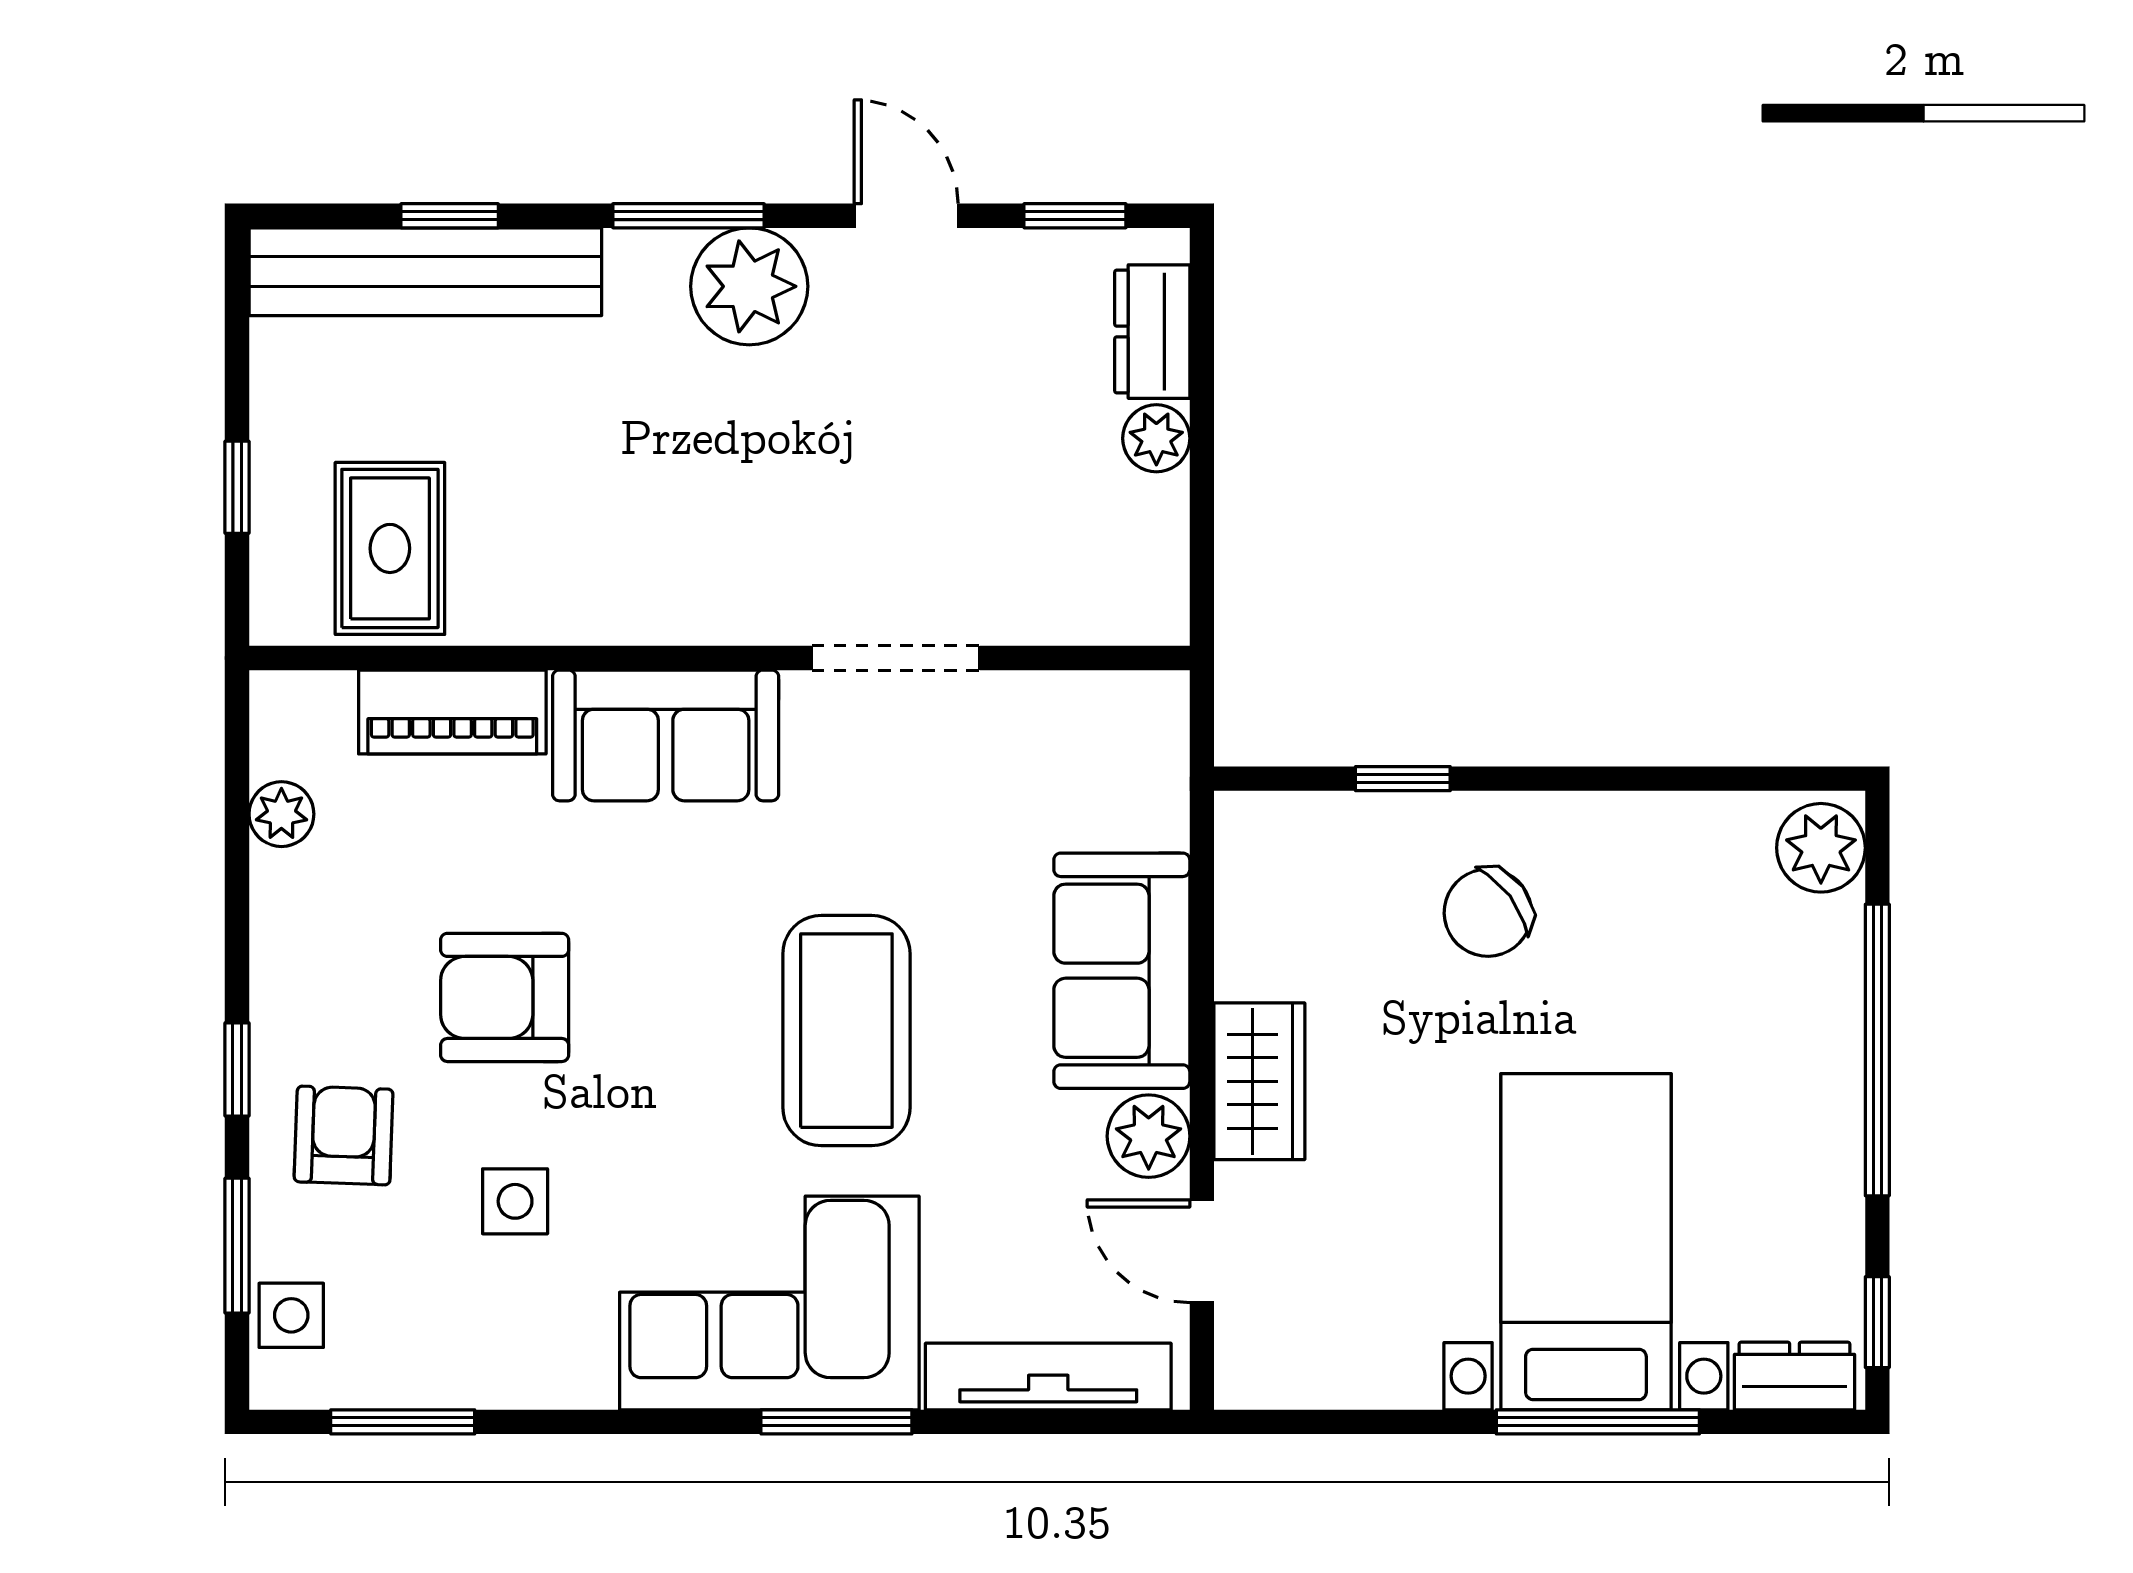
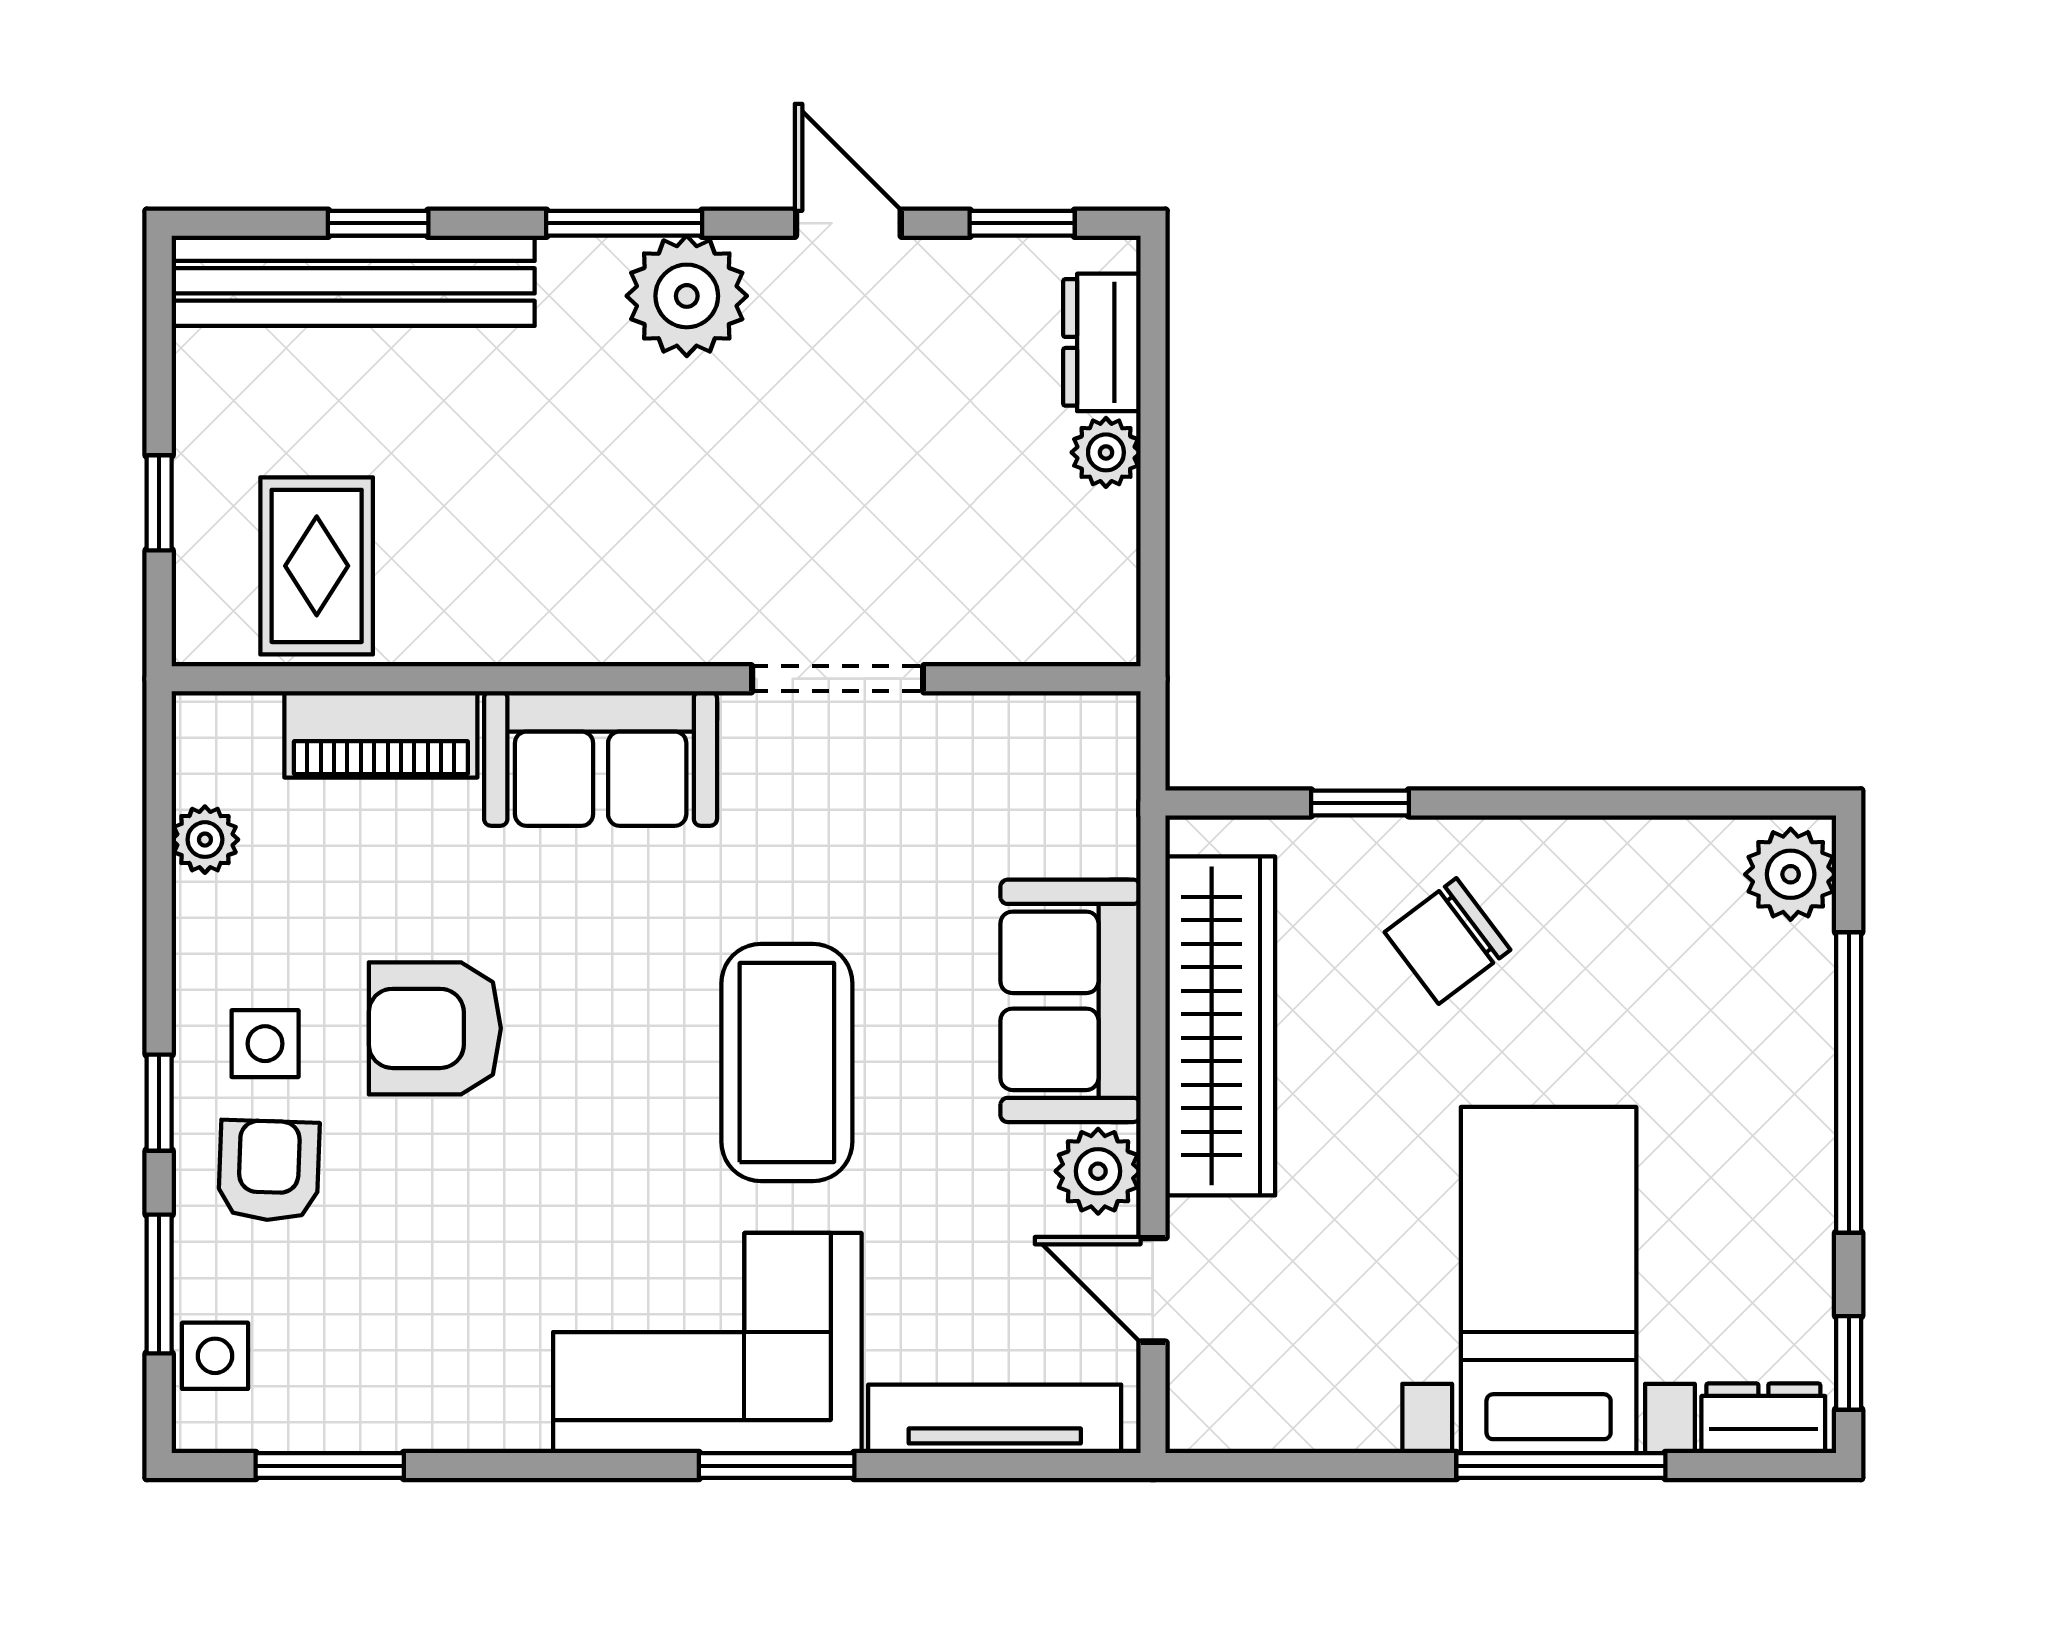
wardrobe: (1259, 1081) -> (1220, 1026), width x2.10, depth x1.17
side table: (515, 1201) -> (265, 1044), moved

